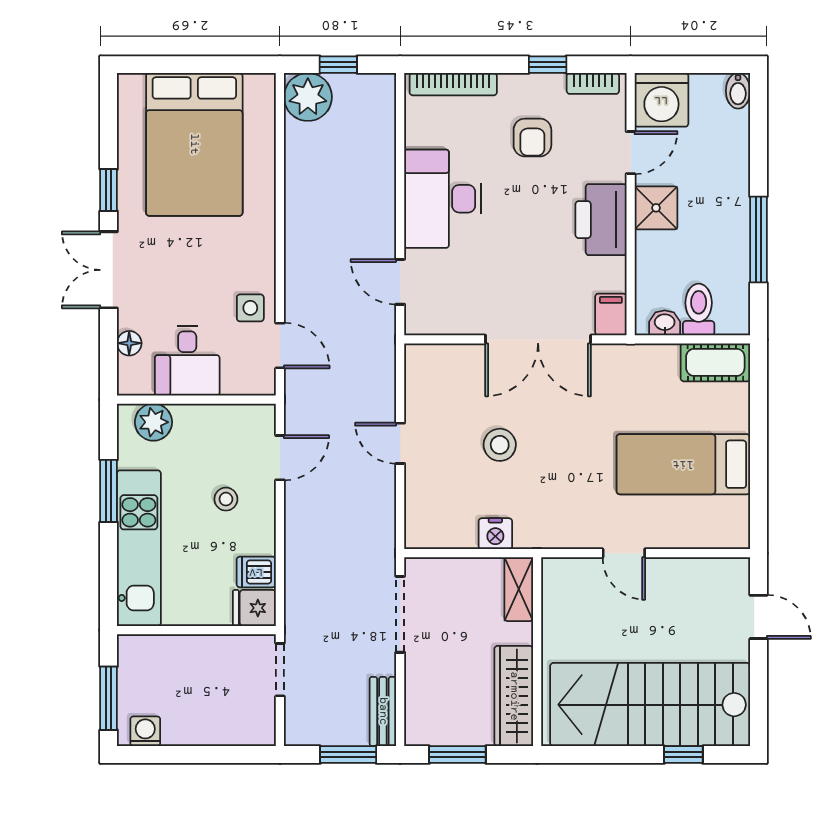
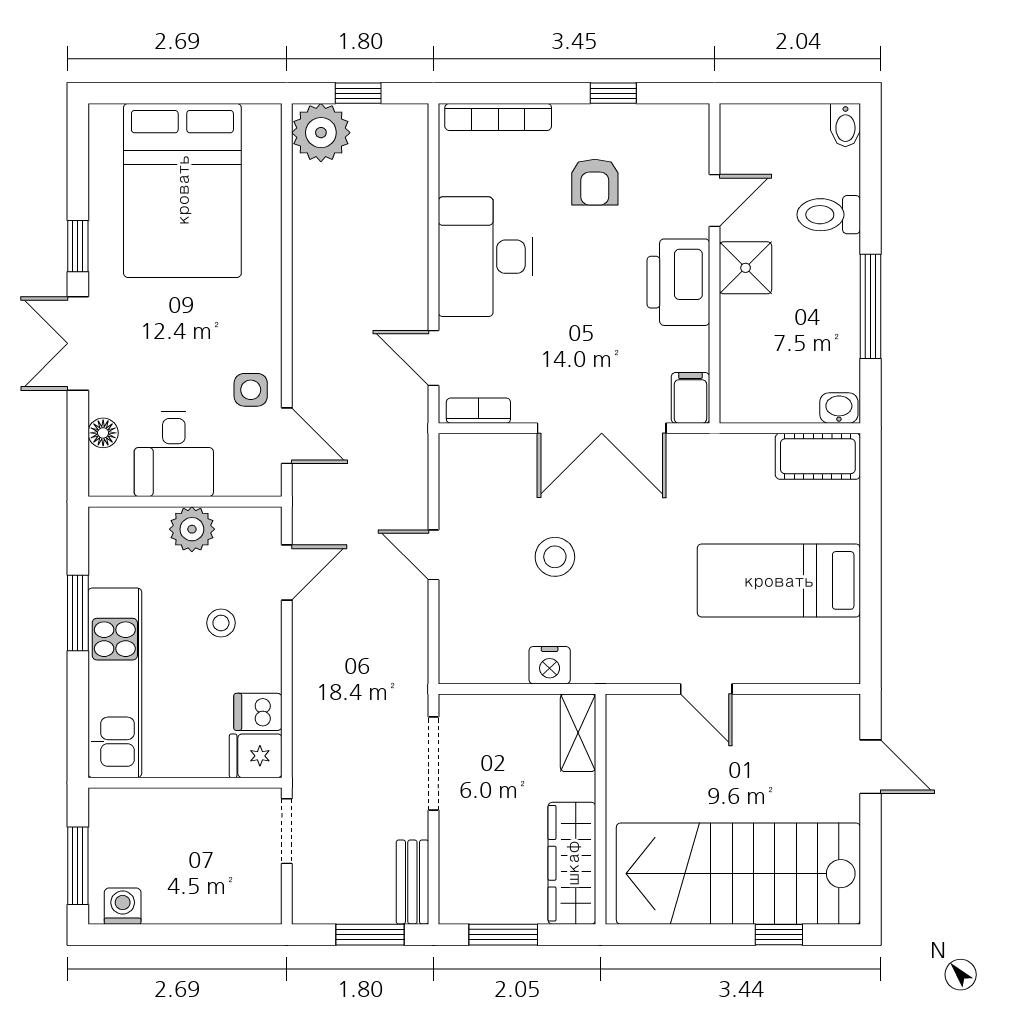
bookcase: (593, 83) -> (478, 411), moved, turned 180
washing machine: (661, 100) -> (752, 136), removed
toilet: (699, 310) -> (829, 215), moved, turned -90
washbasin: (665, 323) -> (839, 408), moved
plant: (153, 422) -> (192, 529), moved

